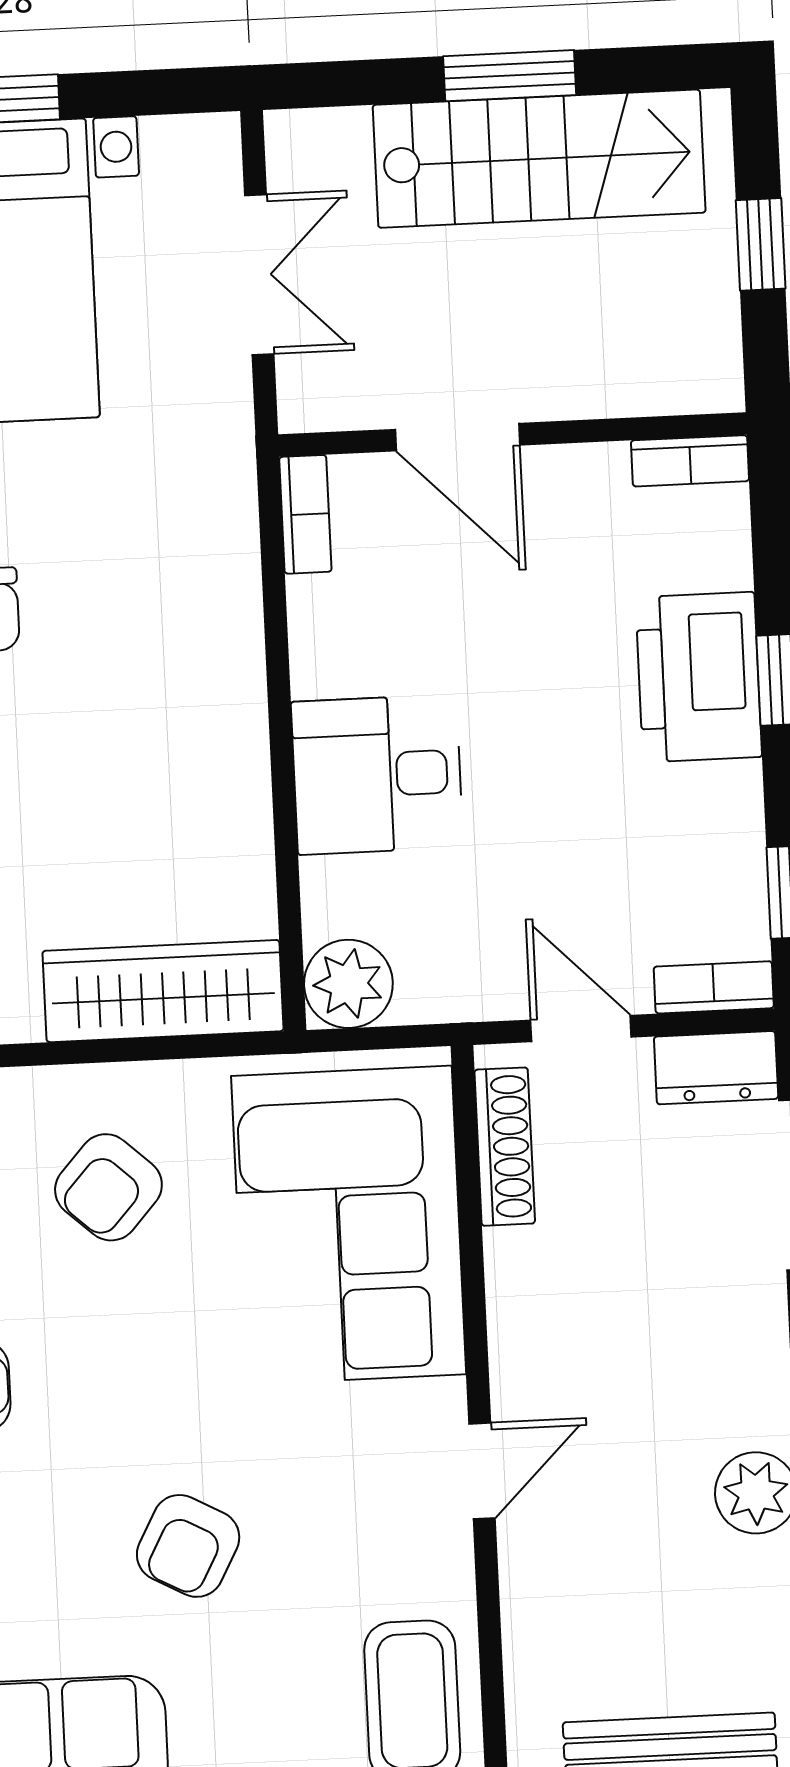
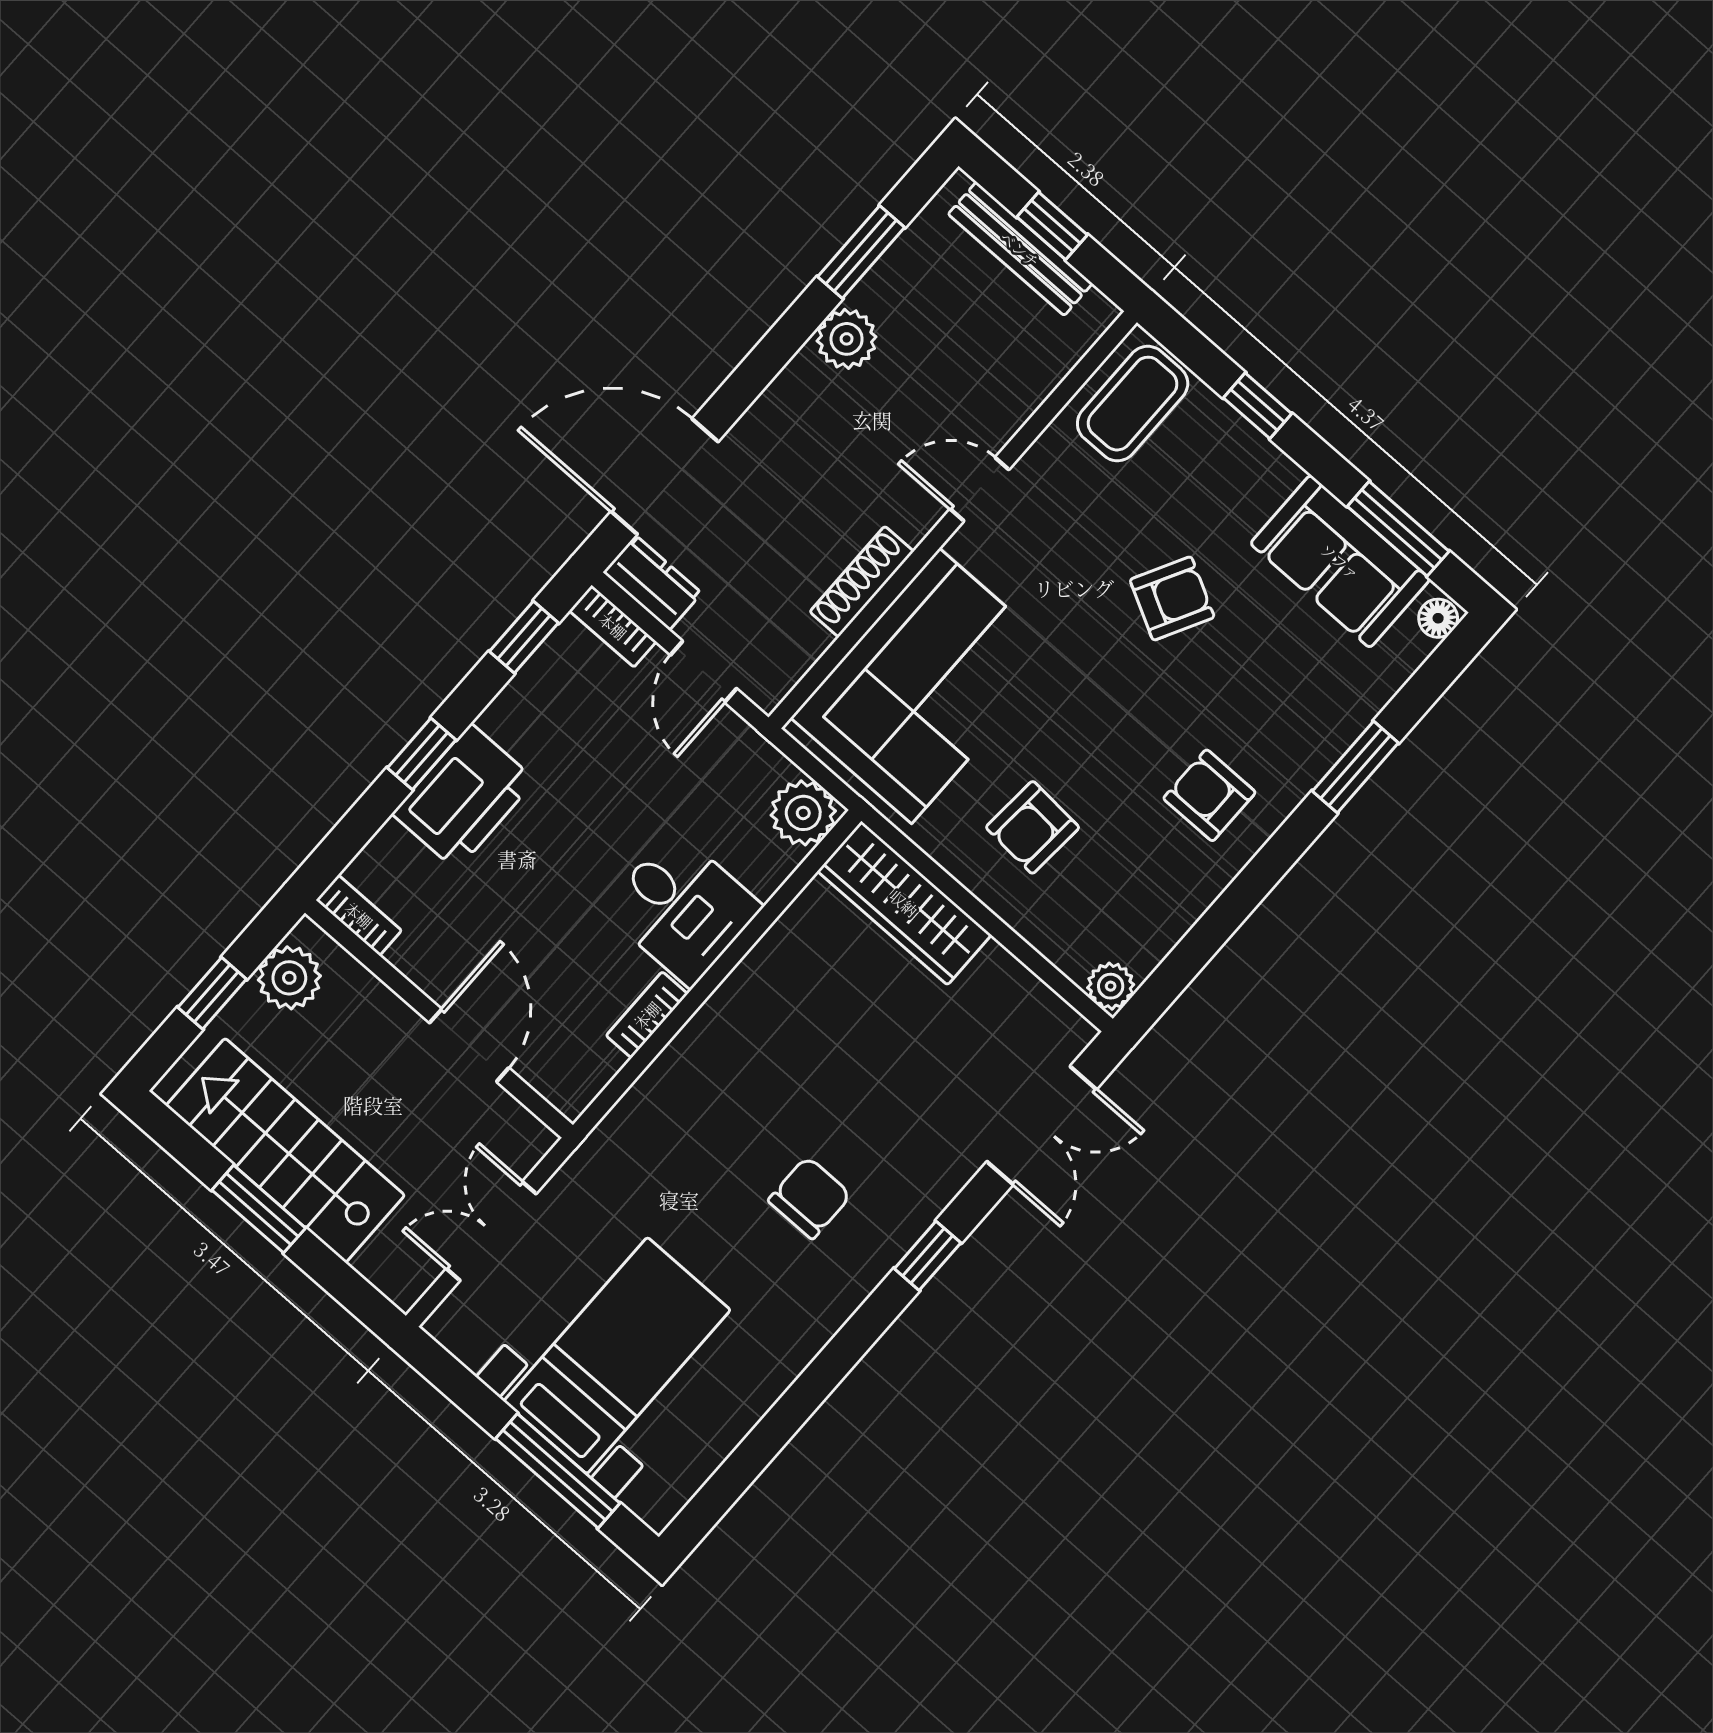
plant: (699, 333) -> (289, 978), added
bookcase: (305, 514) -> (647, 1015), moved
shoe rack: (505, 1147) -> (862, 582), moved
armchair: (108, 1187) -> (1033, 827), turned 142

